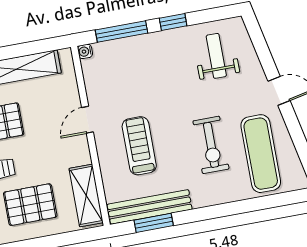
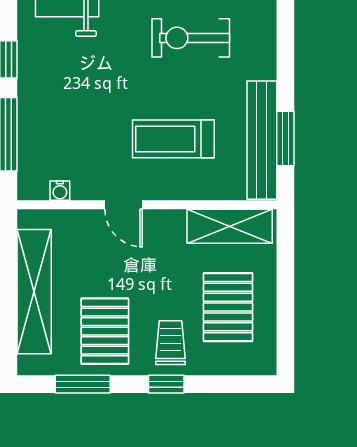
water cooler: (85, 51) -> (60, 191), moved
exercise bike: (211, 145) -> (191, 38), turned 180

